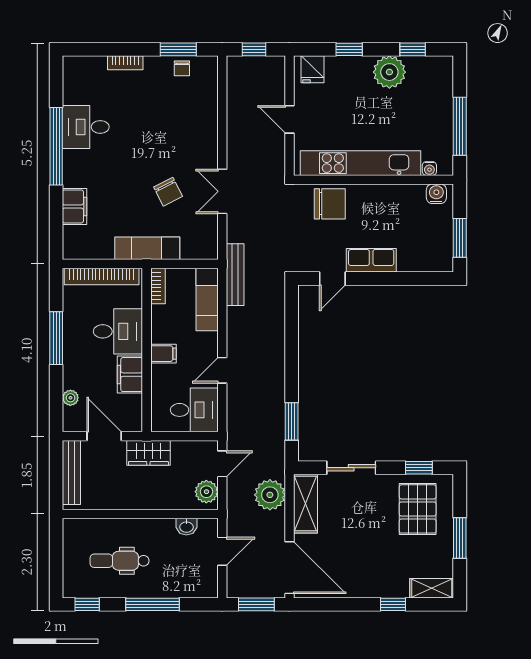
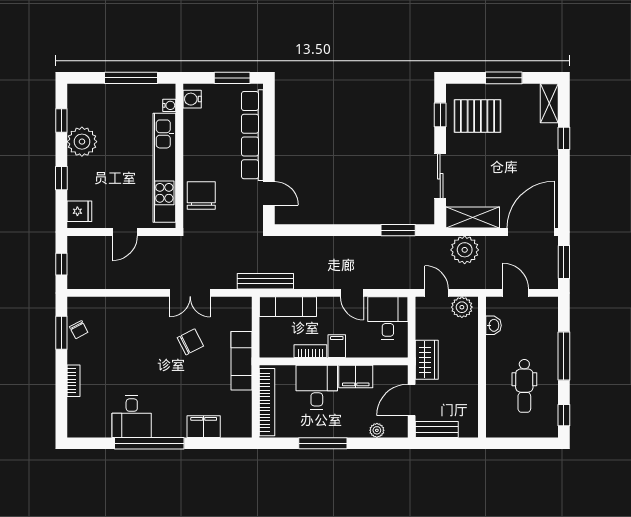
chair: (182, 68) -> (79, 330), turned 62
row of seats: (371, 260) -> (252, 135), width x2.02
bookcase: (158, 286) -> (310, 351), moved
bench: (71, 472) -> (437, 429), width x0.73

